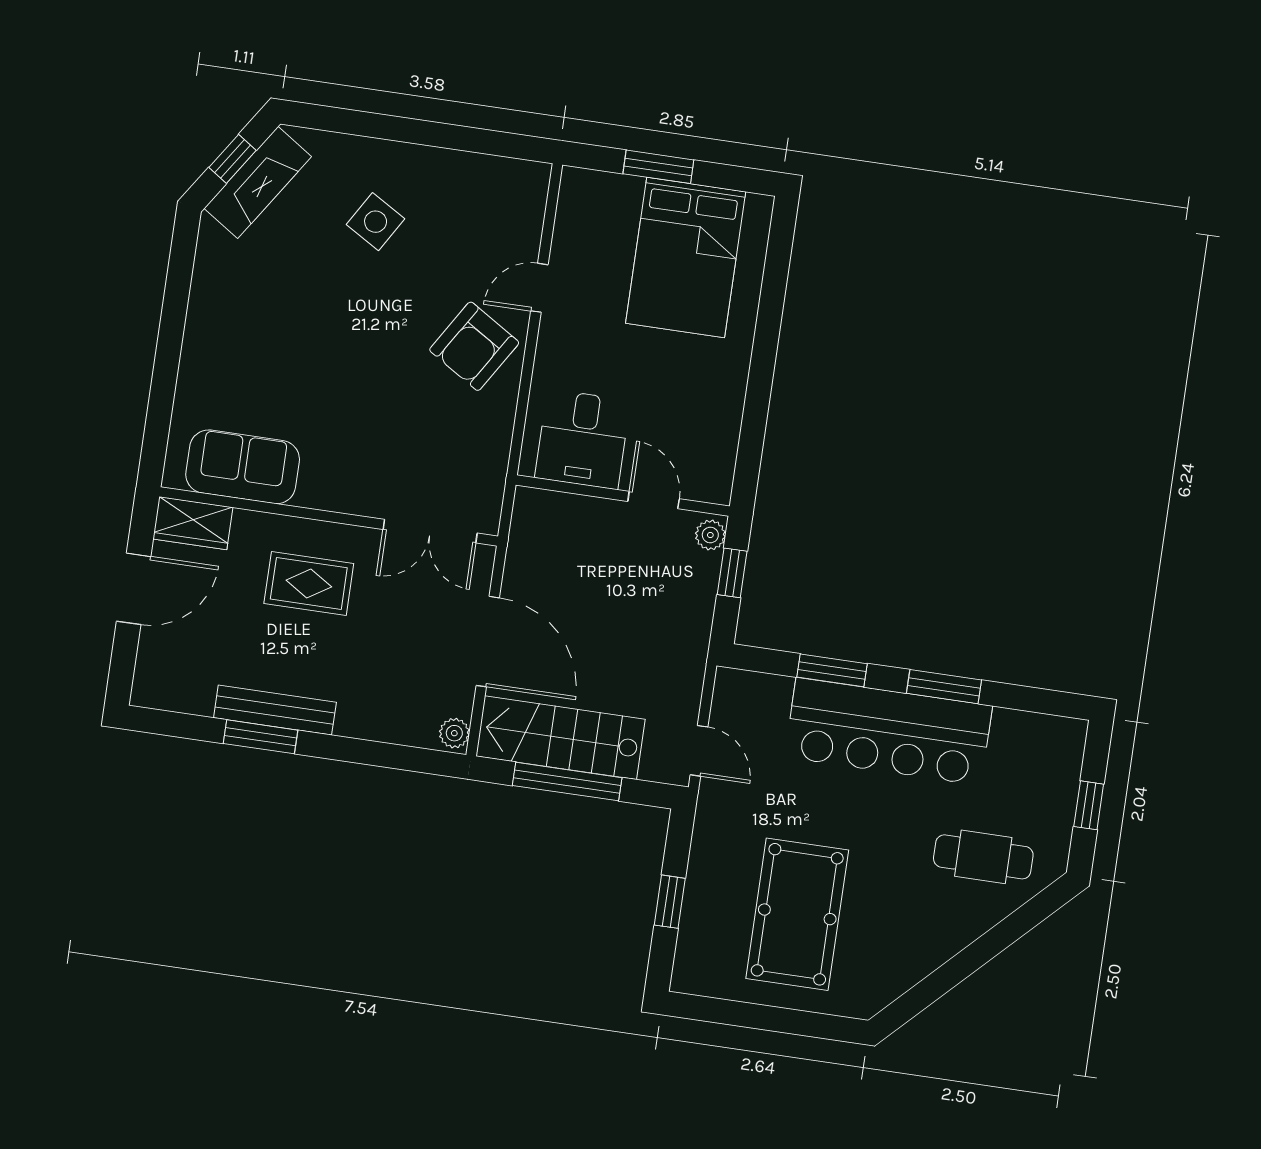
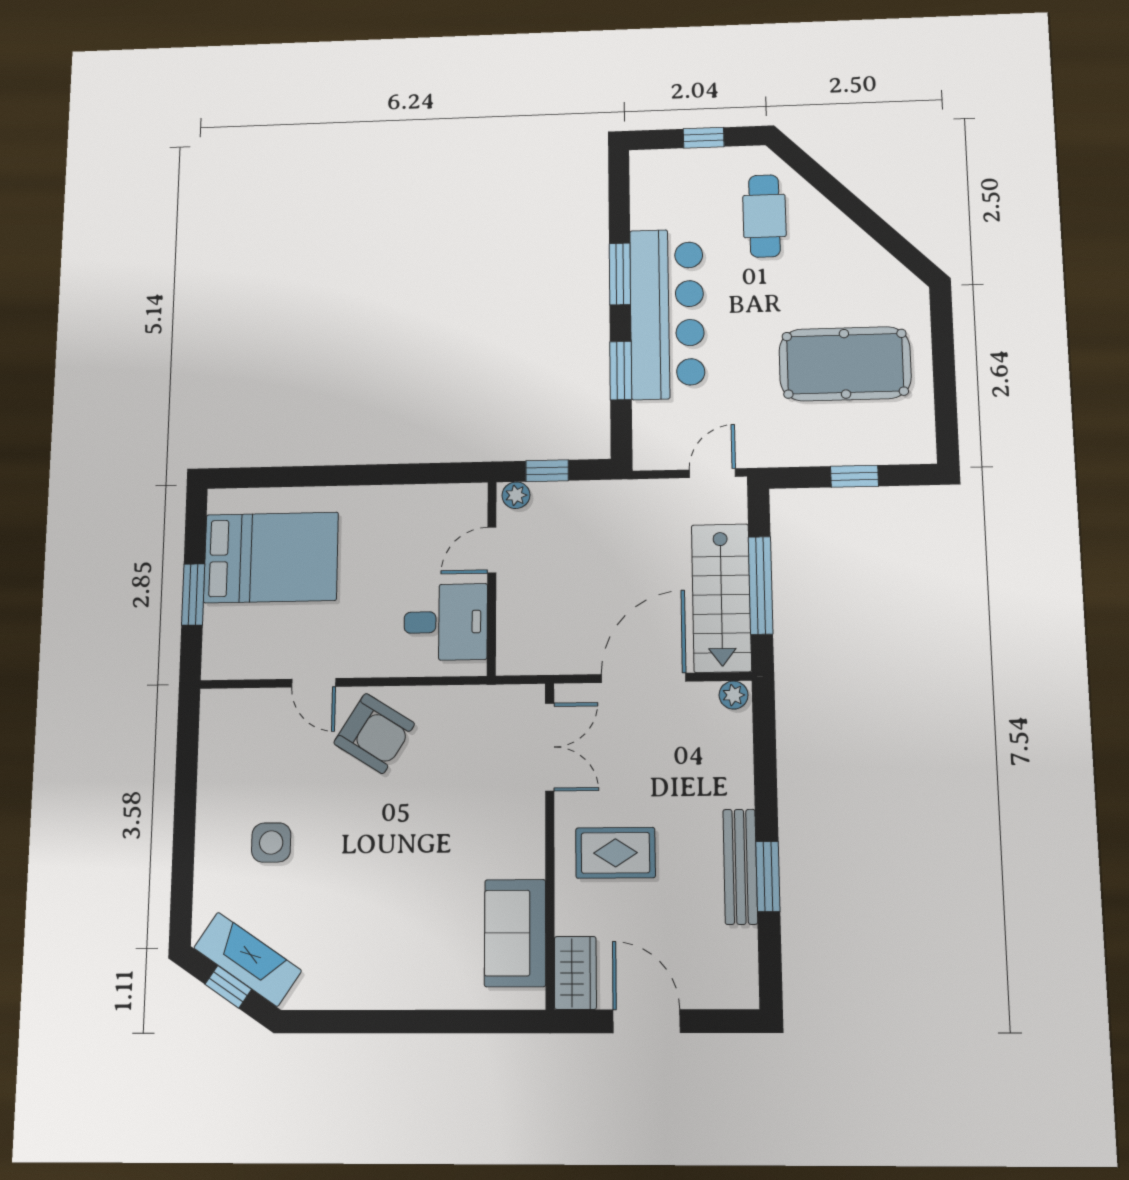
side table: (376, 222) -> (271, 843), turned -31
rug: (309, 583) -> (615, 853), turned 90

